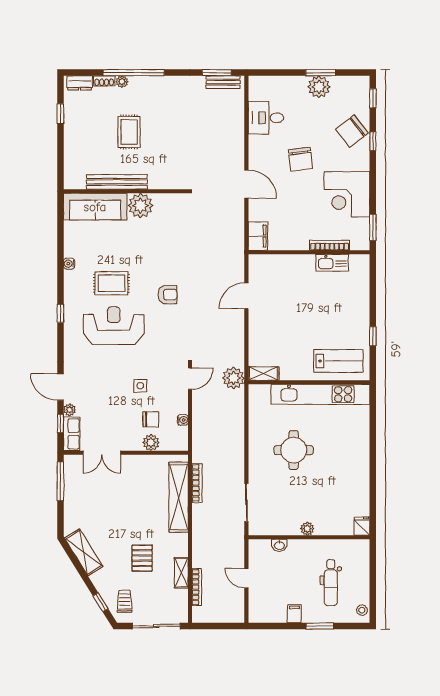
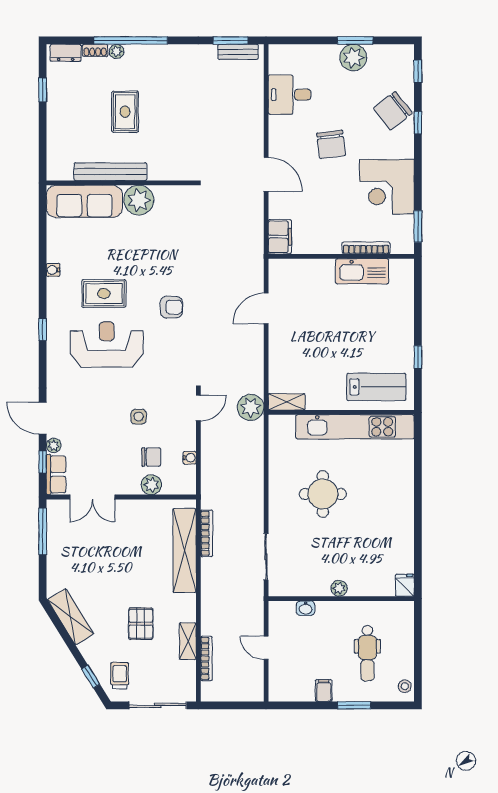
kitchen sink: (332, 263) -> (362, 271), width x1.36, depth x1.24

